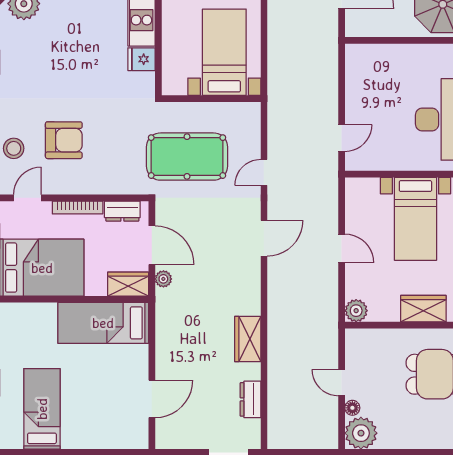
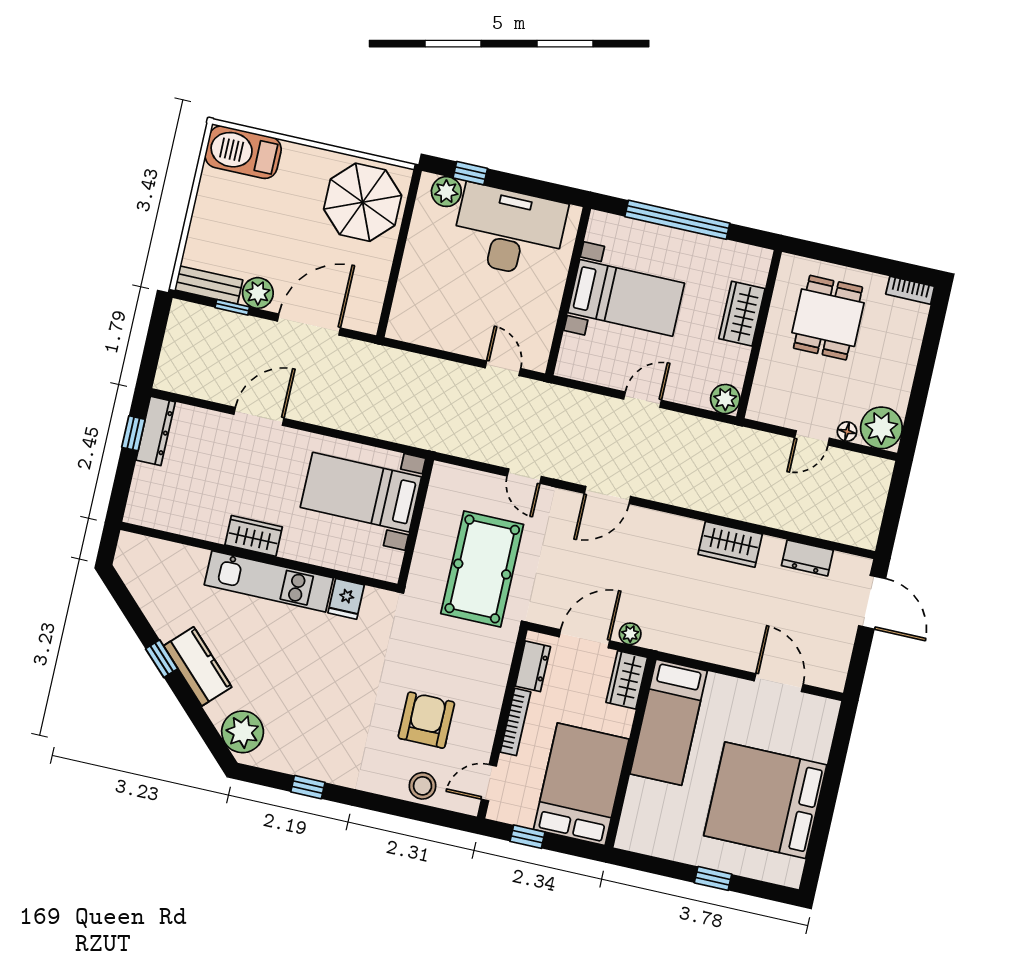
door: (27, 198) -> (489, 783), hinge flipped
door: (264, 238) -> (607, 495), swing flipped
bed: (42, 409) -> (765, 800), width x2.04

